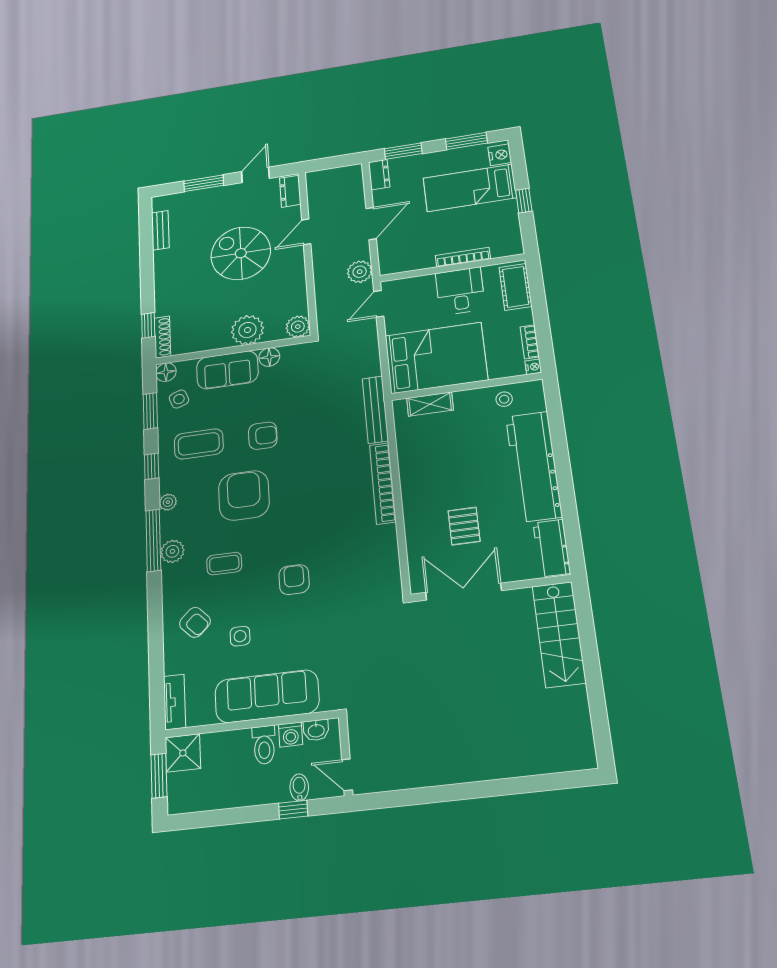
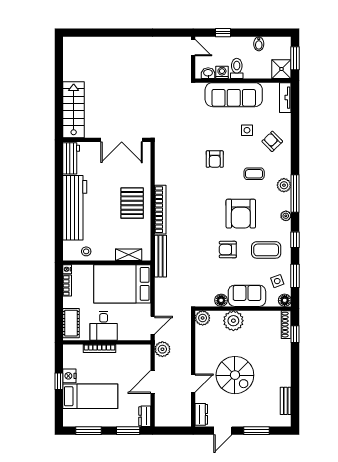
nightstand: (500, 155) -> (69, 376), moved
pallet: (464, 526) -> (132, 203), moved, width x1.50, depth x1.42
bidet: (299, 787) -> (259, 44), moved

